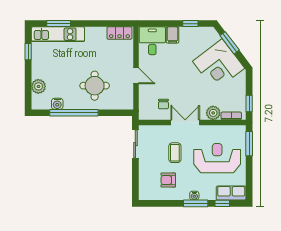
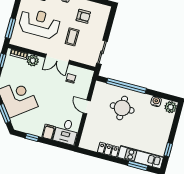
locker: (119, 33) -> (108, 150), moved
plant: (38, 86) -> (171, 107), moved
window: (74, 113) -> (126, 86), moved
reception desk: (217, 158) -> (39, 23), turned 180

